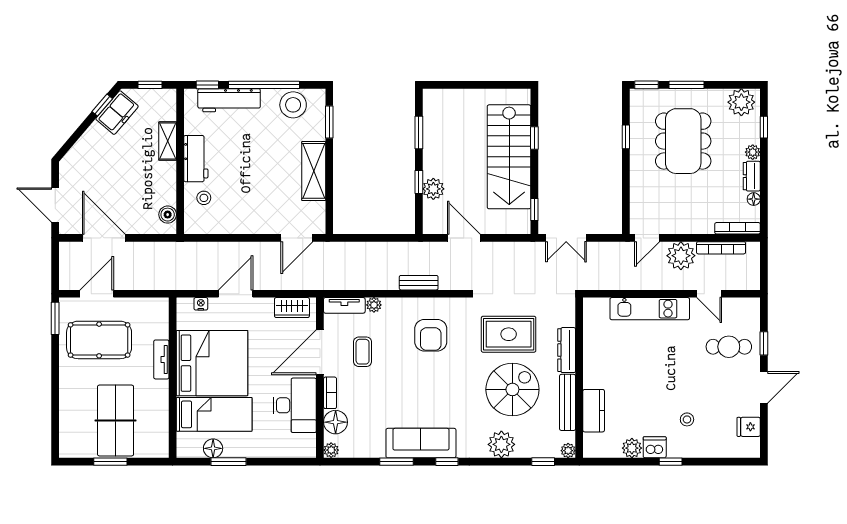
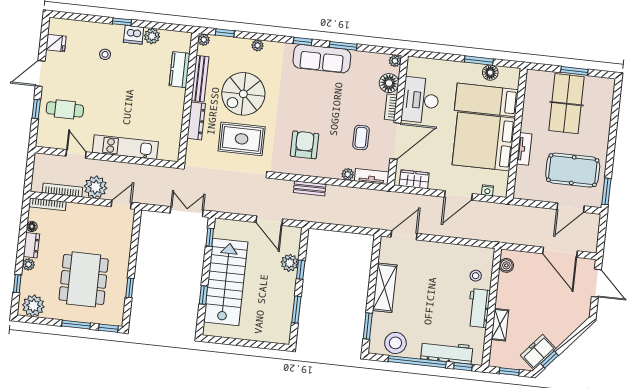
plant: (501, 444) -> (258, 45), width x0.53, depth x0.53

